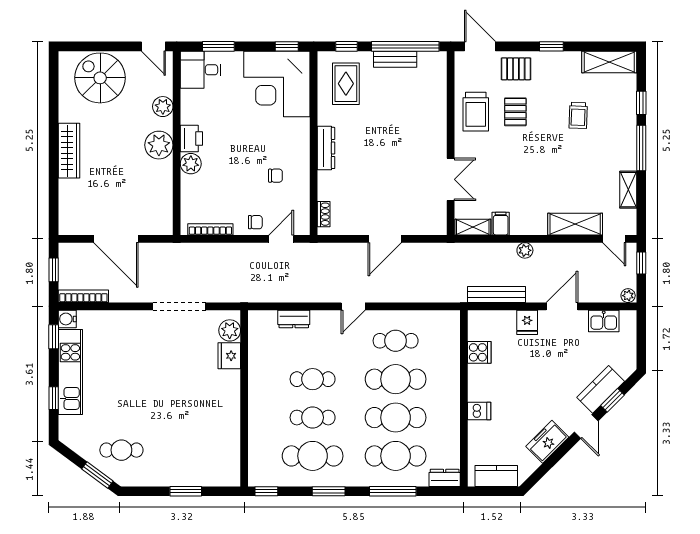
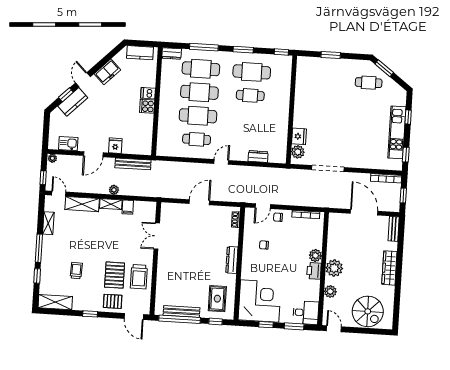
window: (287, 46) -> (266, 325), moved
bench: (395, 59) -> (181, 311), width x1.36
trolley: (476, 112) -> (139, 277), turned 180
pallet: (515, 112) -> (115, 275), width x1.50, depth x1.42
bench: (66, 215) -> (394, 229), added
shelving: (473, 227) -> (111, 204), moved
water cooler: (67, 319) -> (397, 165), removed
cooker: (479, 352) -> (147, 106), moved
cafe table: (313, 379) -> (249, 119), removed

